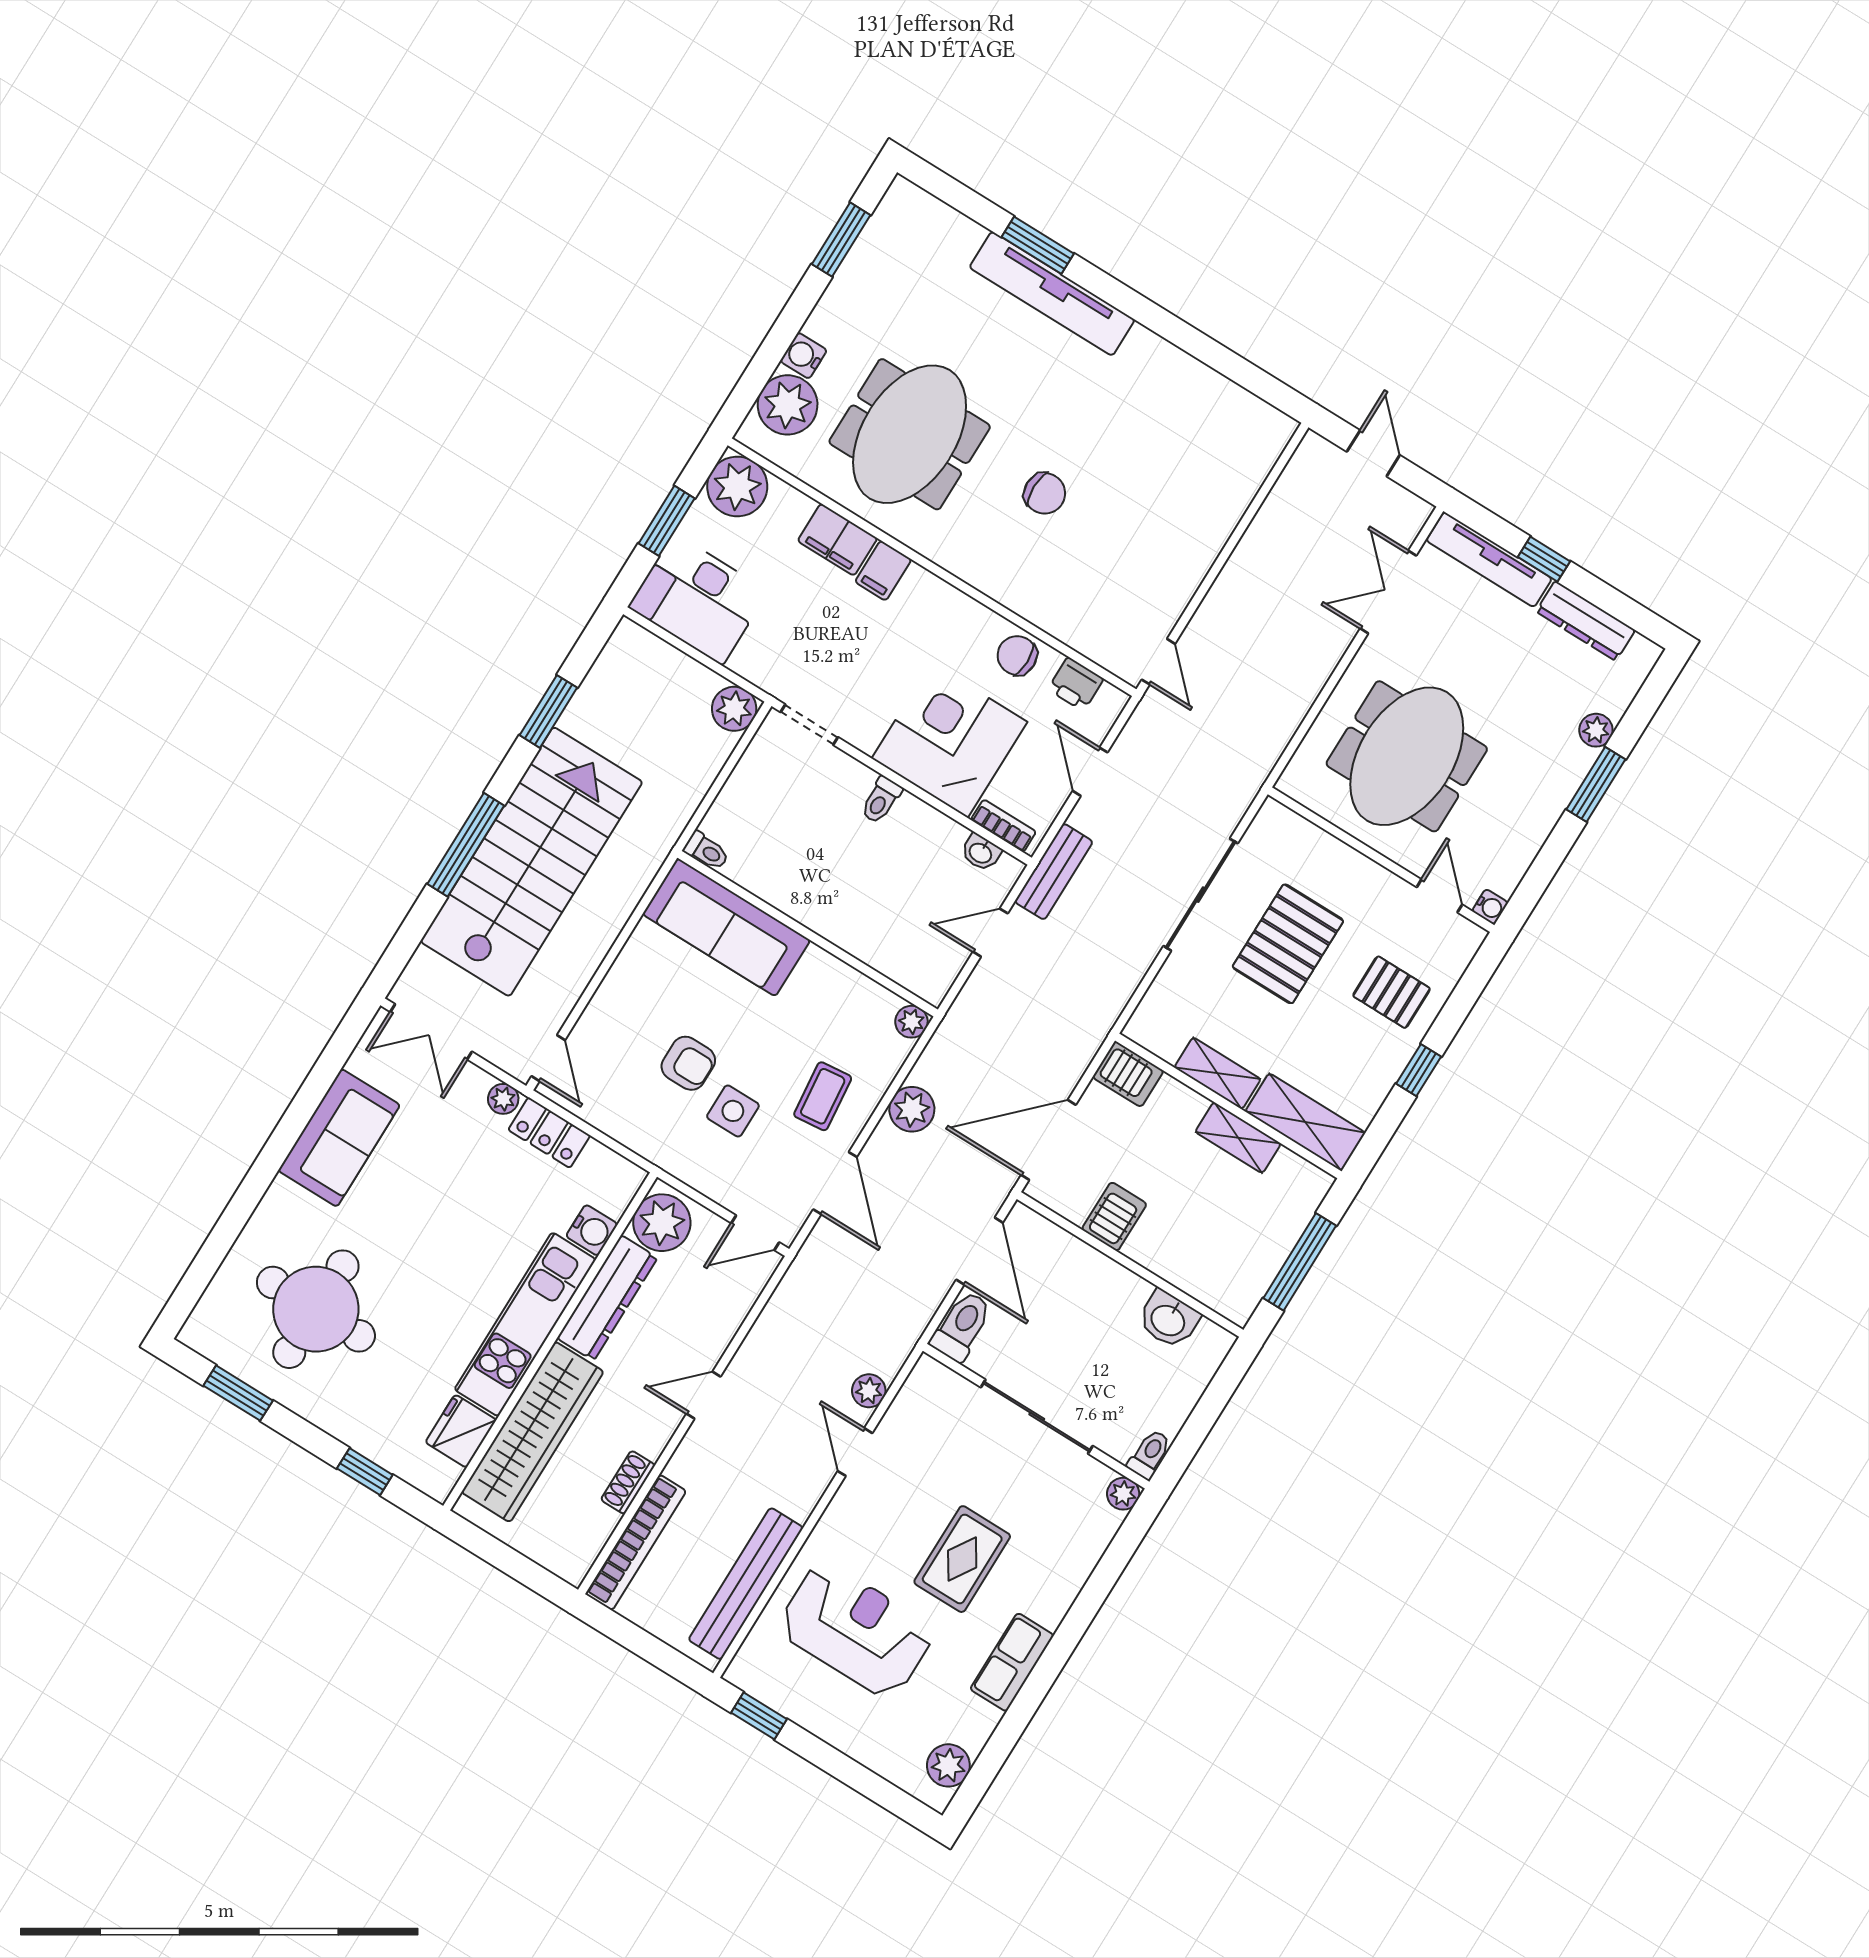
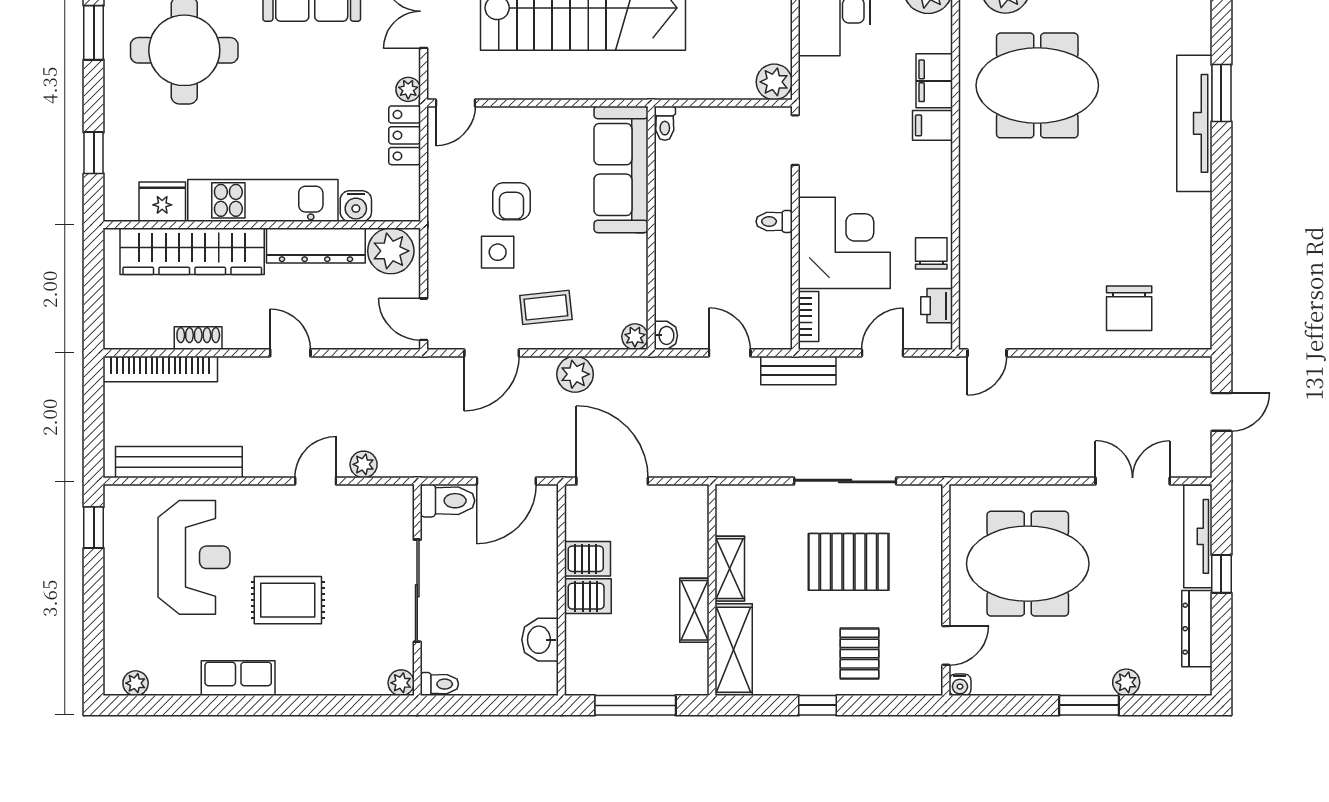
chair: (1045, 493) -> (1129, 308), moved, width x1.37, depth x1.37
washbasin: (981, 852) -> (666, 335), moved, turned 180
server rack: (1128, 1074) -> (588, 596), moved, turned -90
plant: (948, 1765) -> (136, 683), width x0.73, depth x0.73

